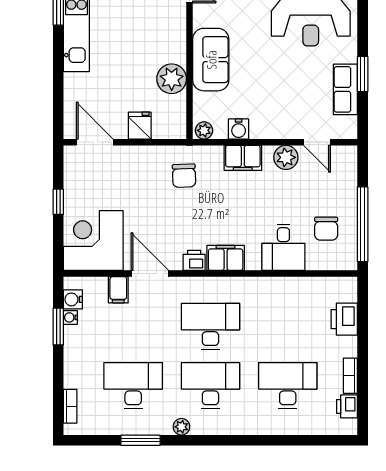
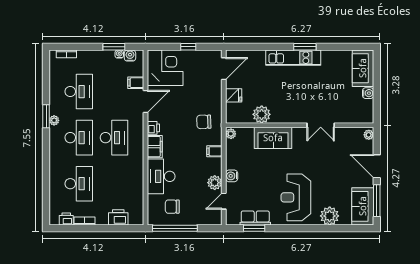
window: (363, 74) -> (254, 228), moved
water cooler: (239, 129) -> (232, 176), moved
filing cabinet: (243, 158) -> (214, 151), width x0.50
desk: (283, 247) -> (161, 176), width x1.37
window: (141, 440) -> (46, 116), moved

